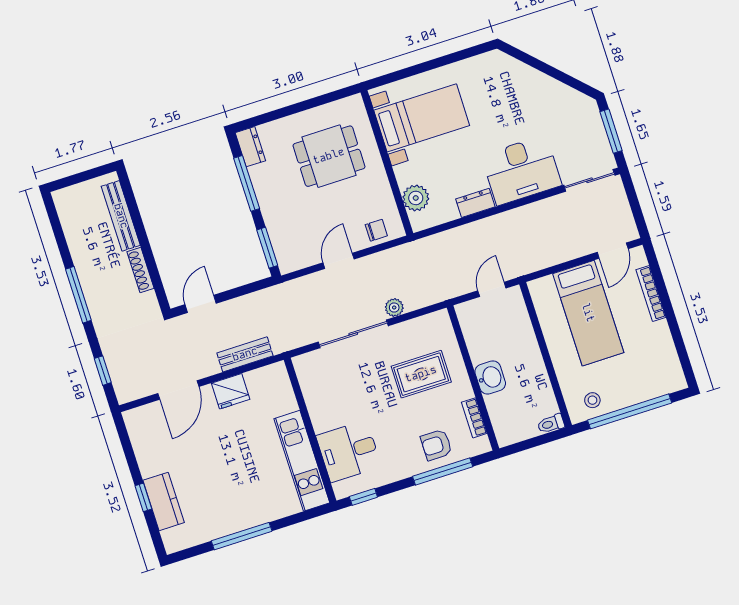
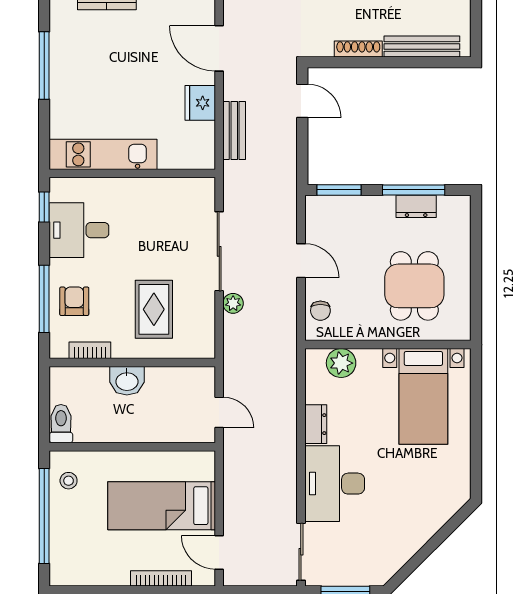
dresser: (250, 147) -> (416, 206), moved
toilet: (551, 424) -> (61, 424), width x1.37, depth x1.39
desk: (349, 451) -> (79, 230), moved, turned -90

